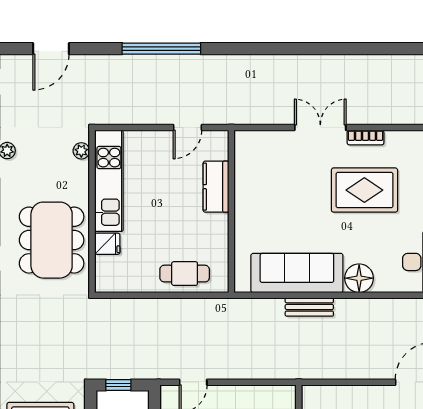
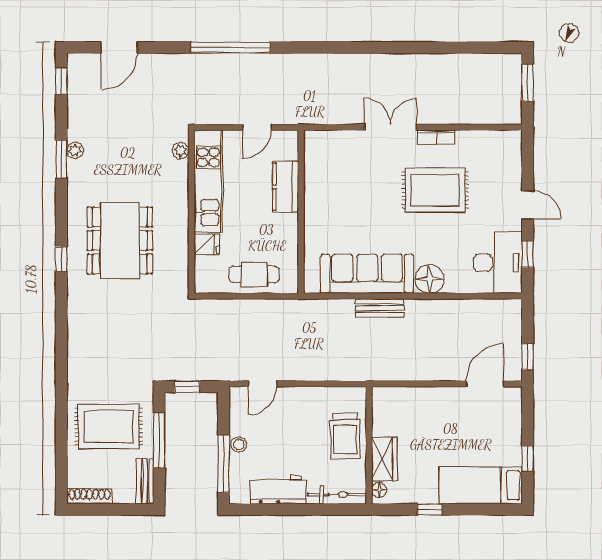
plant: (81, 151) -> (181, 151), moved
kitchen unit: (109, 181) -> (208, 181), moved
wall: (92, 211) -> (191, 212), moved
fridge: (107, 244) -> (207, 244), moved

